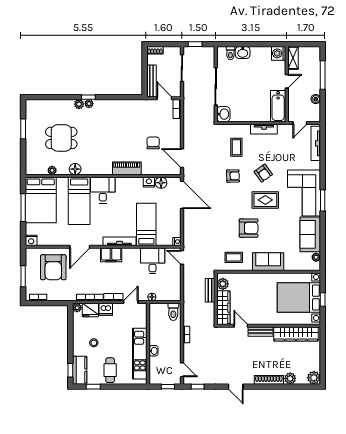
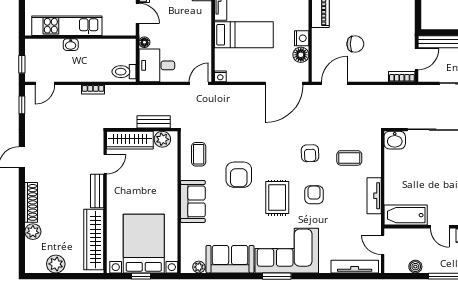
armchair: (263, 173) -> (314, 195), turned 126
desk: (153, 261) -> (157, 65), moved, turned 180
plant: (314, 378) -> (56, 264), moved

